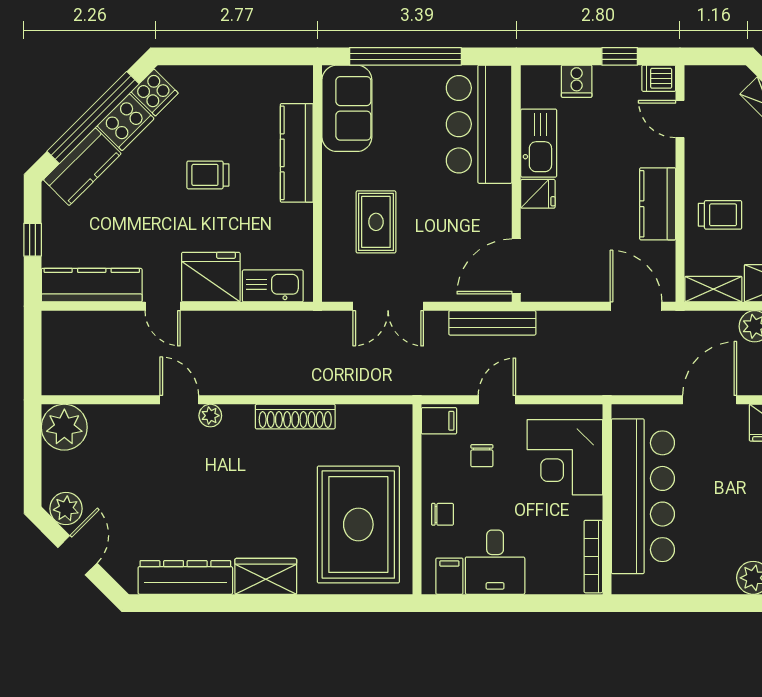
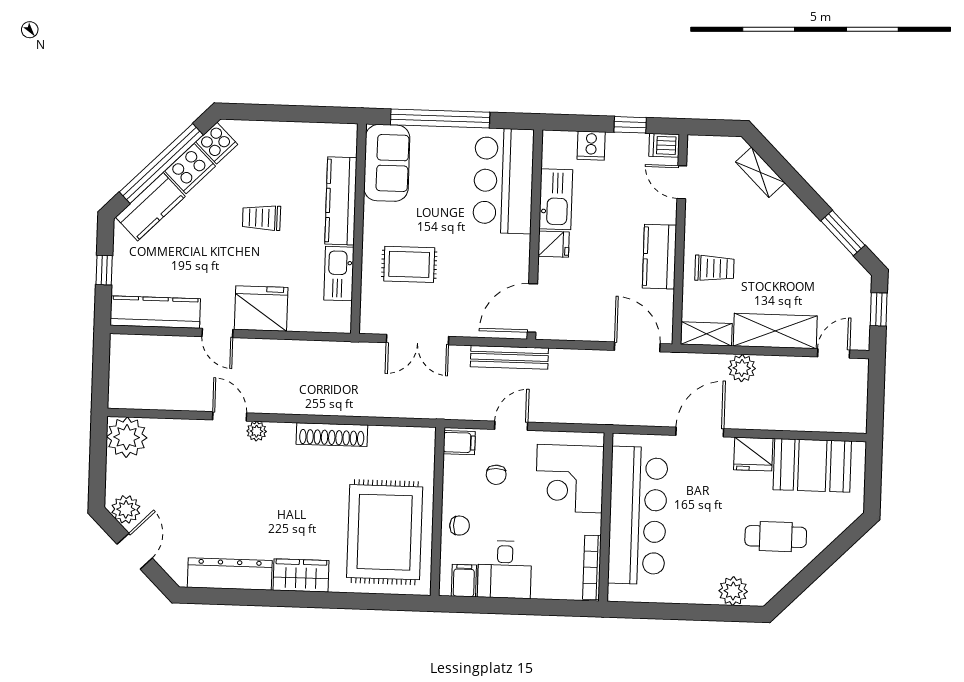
rug: (376, 222) -> (409, 264), turned 90
kitchen sink: (273, 286) -> (339, 274), moved, turned -90

